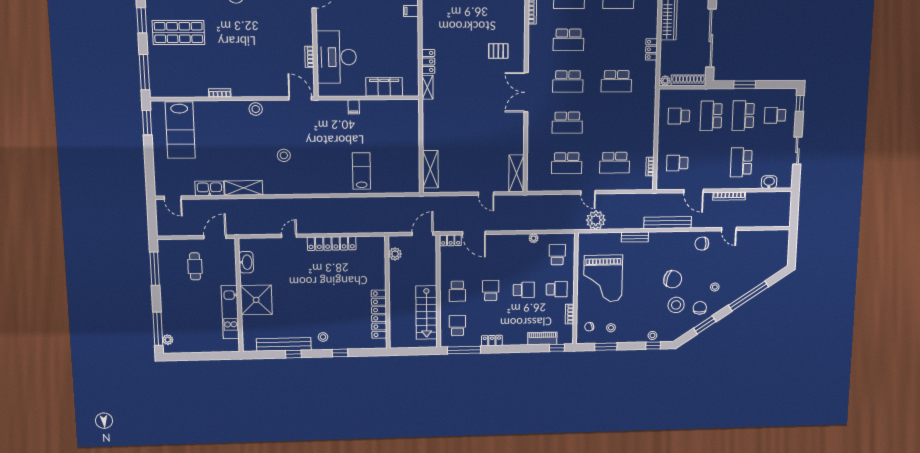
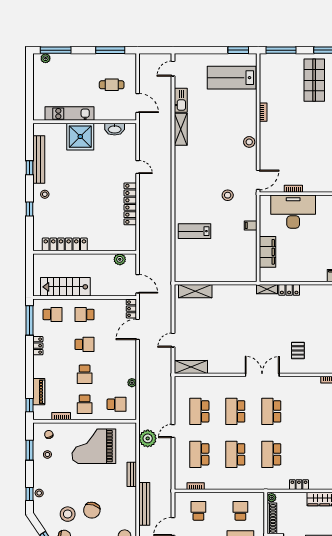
school desk: (568, 40) -> (235, 454), moved
stool: (284, 155) -> (228, 195), moved
lab bench: (361, 171) -> (194, 231), turned 180

